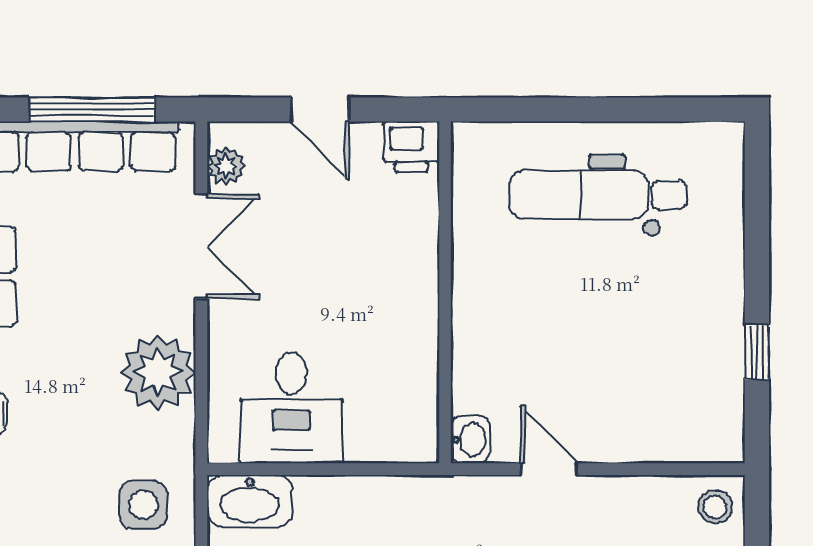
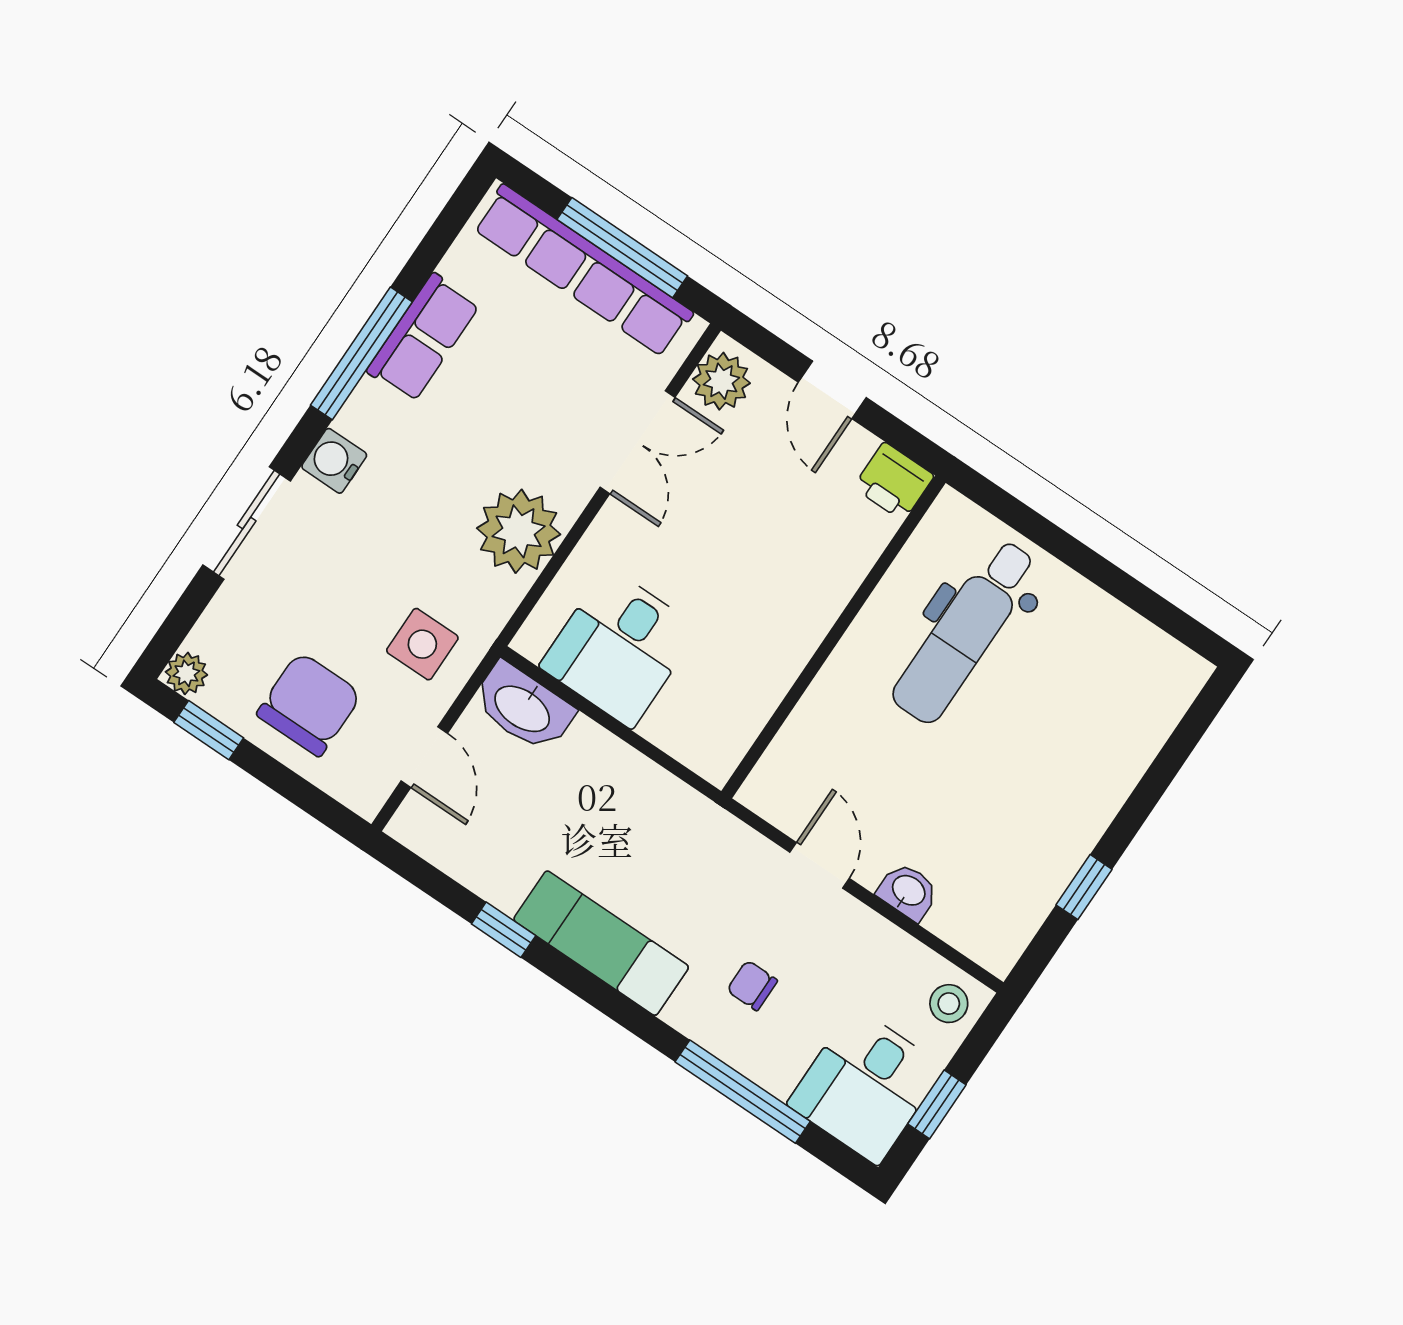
plant: (226, 166) -> (721, 381), width x1.38, depth x1.38
dental chair: (598, 195) -> (965, 632), moved, turned -90
washbasin: (470, 439) -> (908, 891), moved, turned -90

